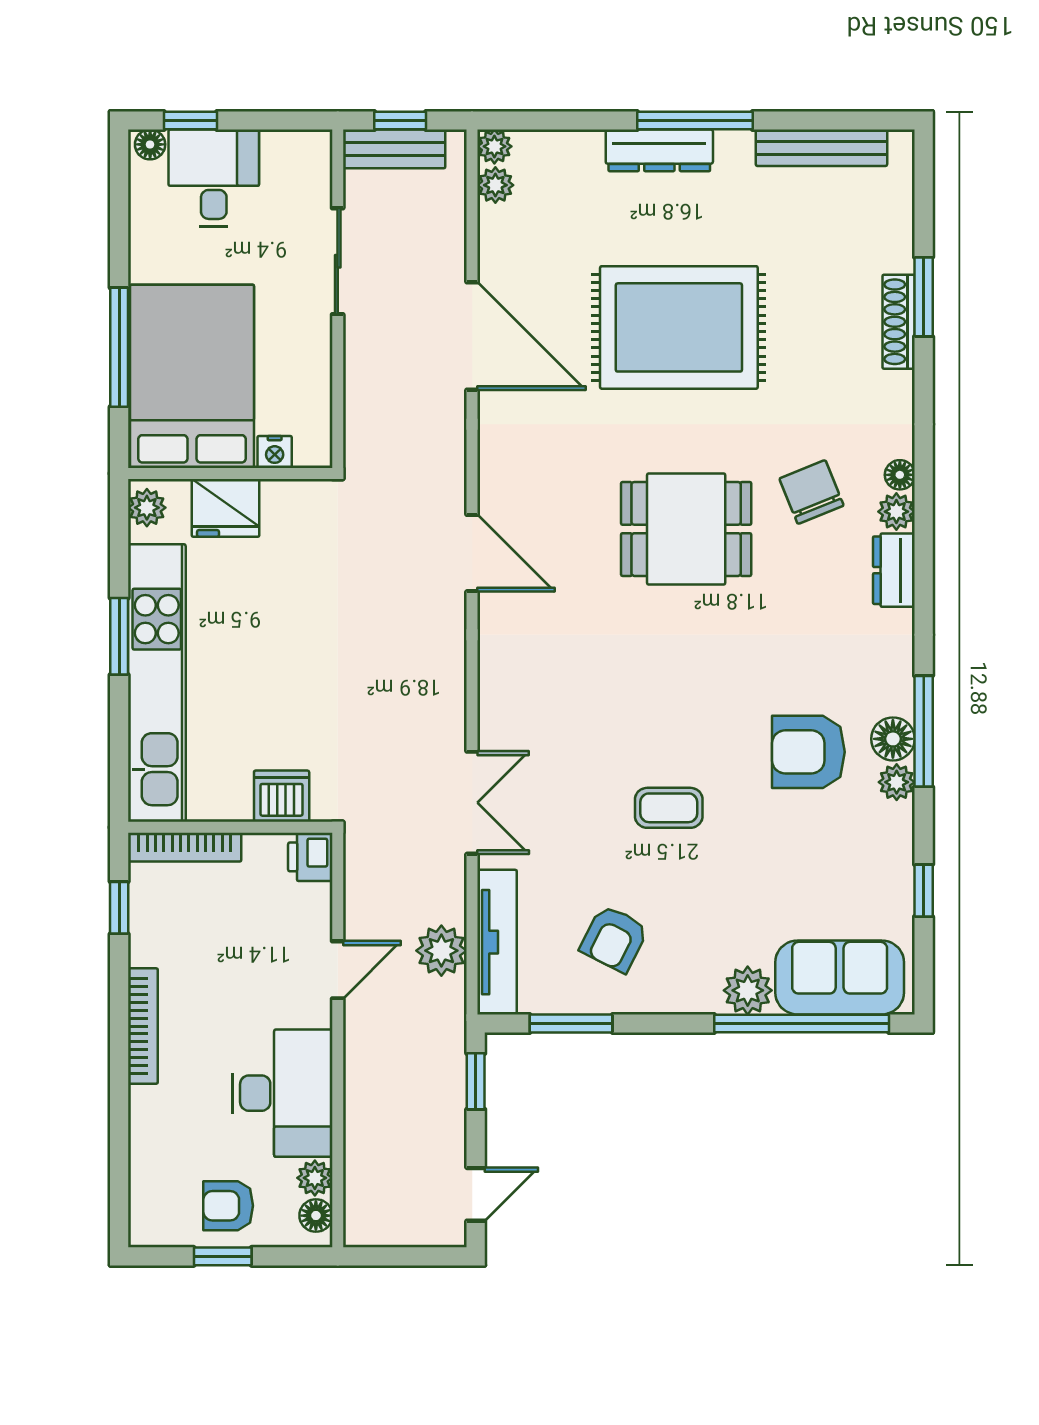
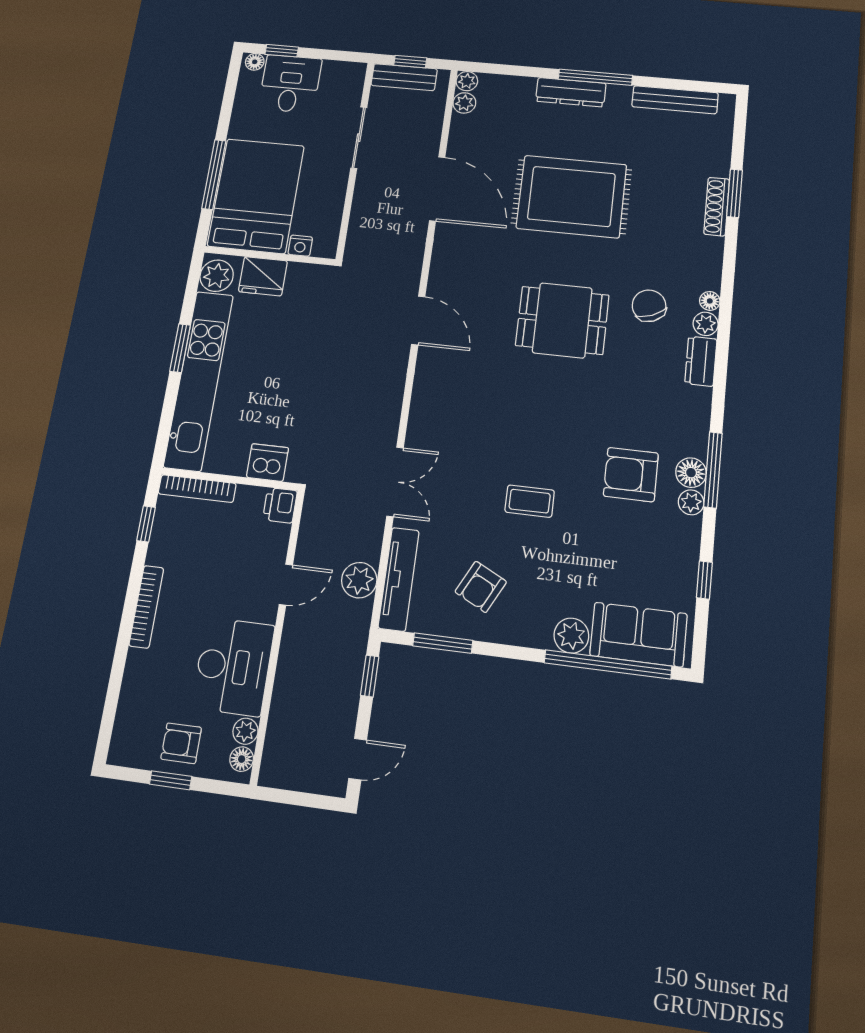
plant: (147, 508) -> (217, 276), width x1.38, depth x1.38

